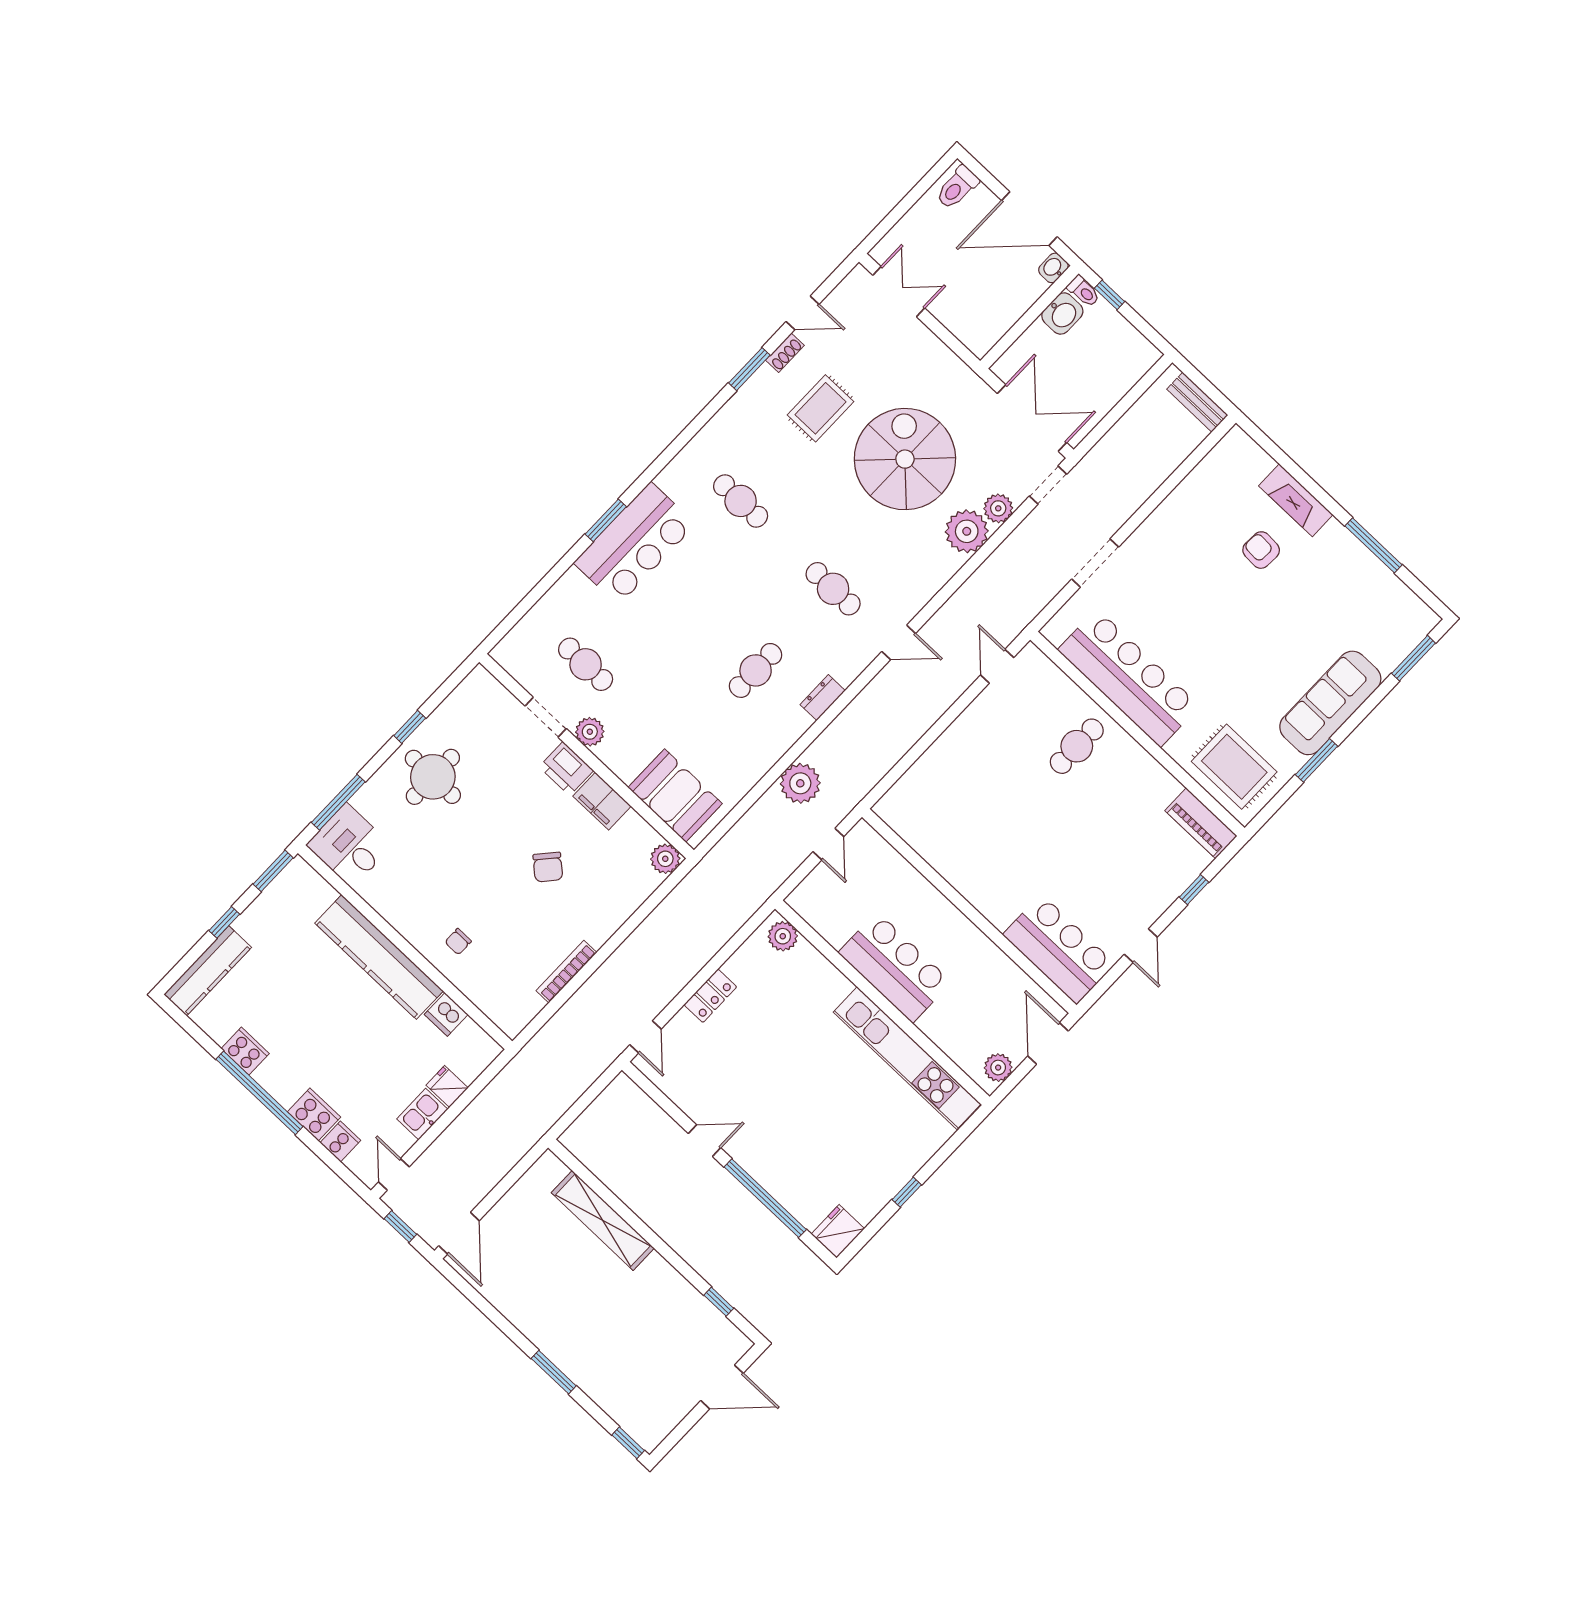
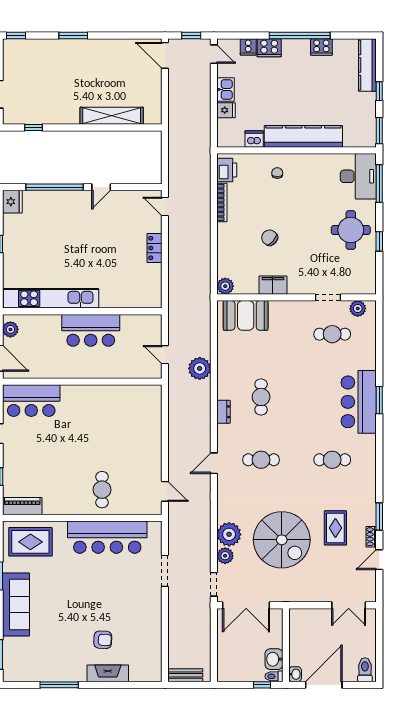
plant: (590, 732) -> (358, 309), moved
printer: (566, 769) -> (227, 170), moved, turned 90
desk: (349, 845) -> (358, 176), width x1.37
plant: (783, 936) -> (148, 300), removed

